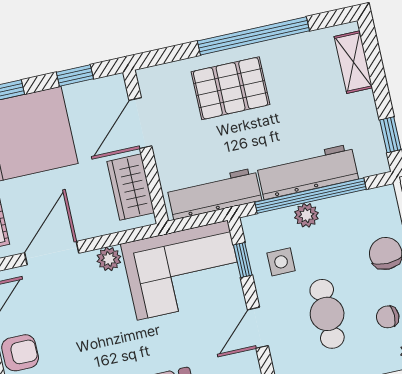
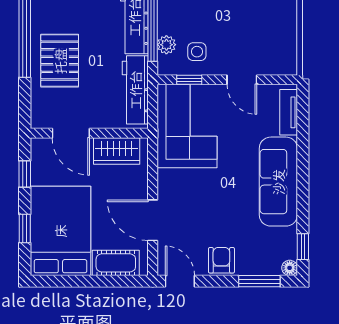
plant: (306, 215) -> (166, 45), moved
plant: (109, 259) -> (166, 179), removed
cafe table: (327, 314) -> (243, 26), removed

